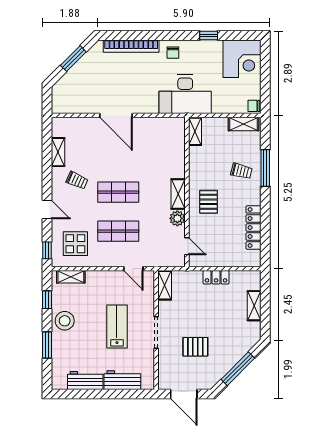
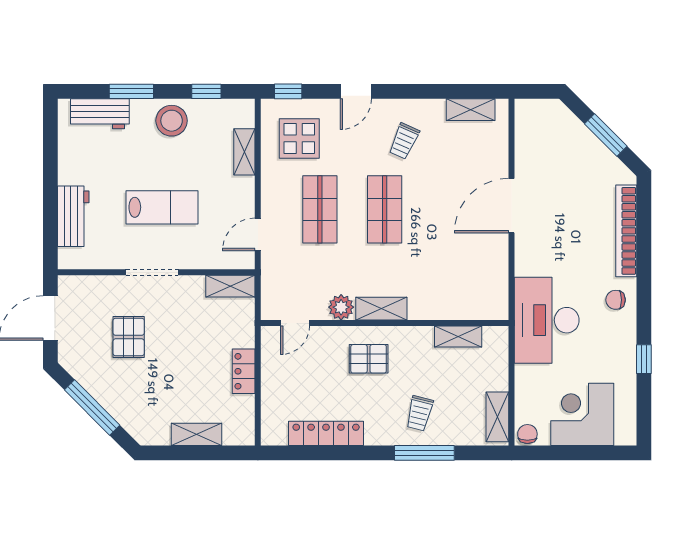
corner desk: (242, 59) -> (582, 414), moved, turned 90
shelving: (195, 131) -> (458, 336), moved
shelving: (58, 152) -> (471, 110), moved
shelving: (71, 277) -> (244, 152), moved
workbench: (85, 380) -> (100, 114), moved, turned 90

